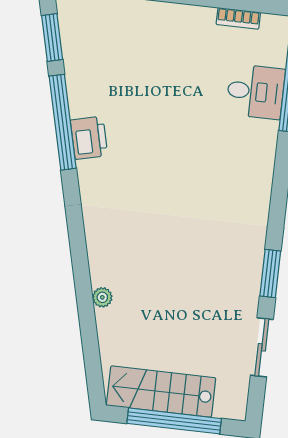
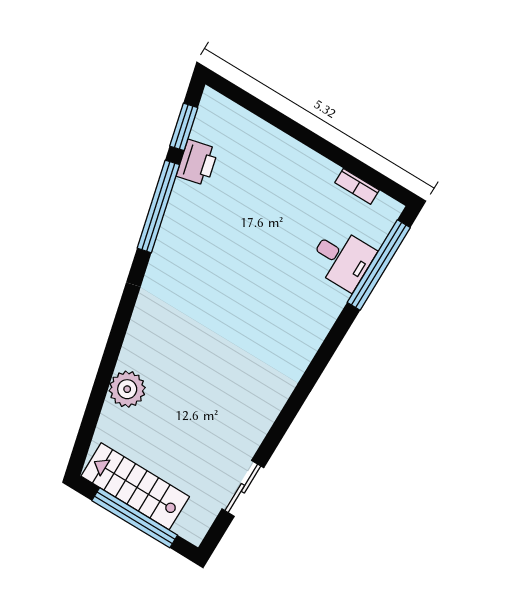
printer: (89, 138) -> (197, 162), moved
window: (270, 273) -> (281, 426), removed
plant: (102, 297) -> (127, 389), width x1.88, depth x1.88

